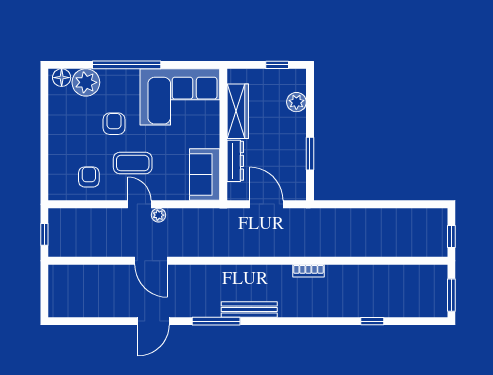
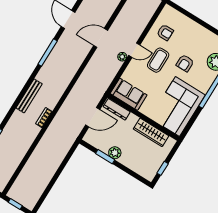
plant: (296, 102) -> (115, 153), moved
armchair: (114, 124) -> (185, 63), turned 90
dresser: (235, 161) -> (117, 109), moved
bench: (249, 309) -> (29, 96), moved

